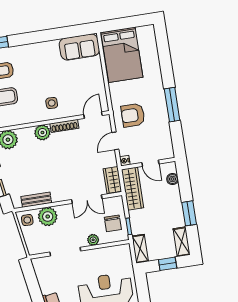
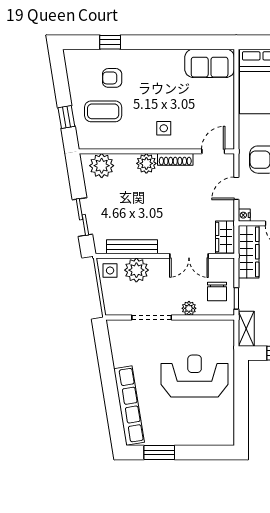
bench: (36, 200) -> (132, 247), width x1.36

